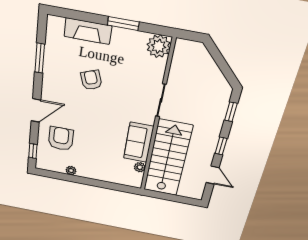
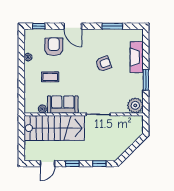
armchair: (61, 139) -> (54, 47), turned -90
coffee table: (100, 150) -> (50, 77), added

